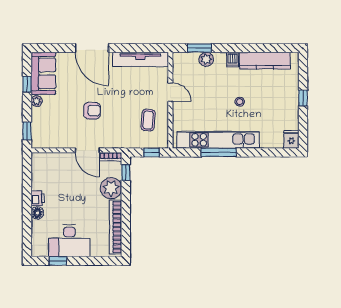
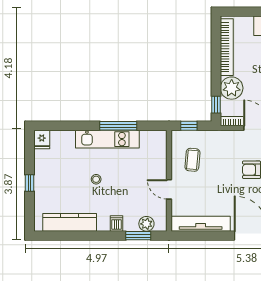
plant: (206, 59) -> (146, 224), moved
dishwasher: (233, 60) -> (116, 223), moved
kitchen unit: (218, 140) -> (107, 139), width x0.73

